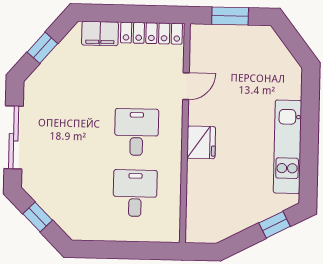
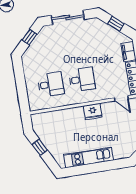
door: (186, 86) -> (121, 98), moved
fridge: (201, 142) -> (93, 112), moved
window: (275, 225) -> (40, 147), moved

